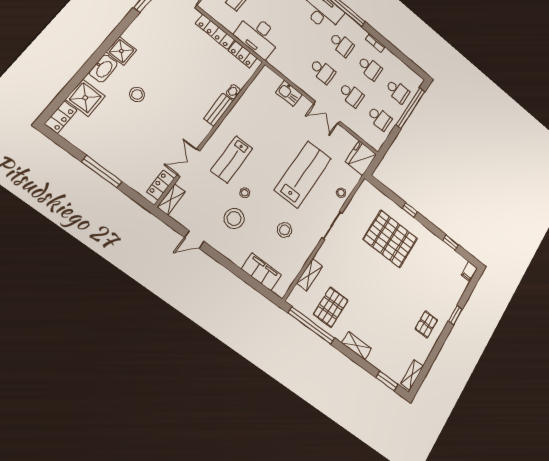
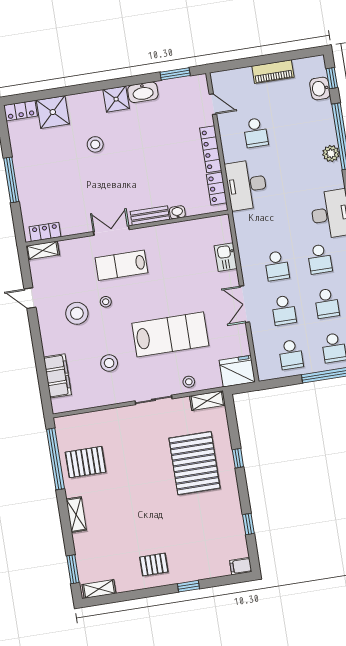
washbasin: (103, 68) -> (143, 92), moved
double door: (188, 163) -> (111, 231), moved
shelving: (309, 275) -> (207, 401), moved

